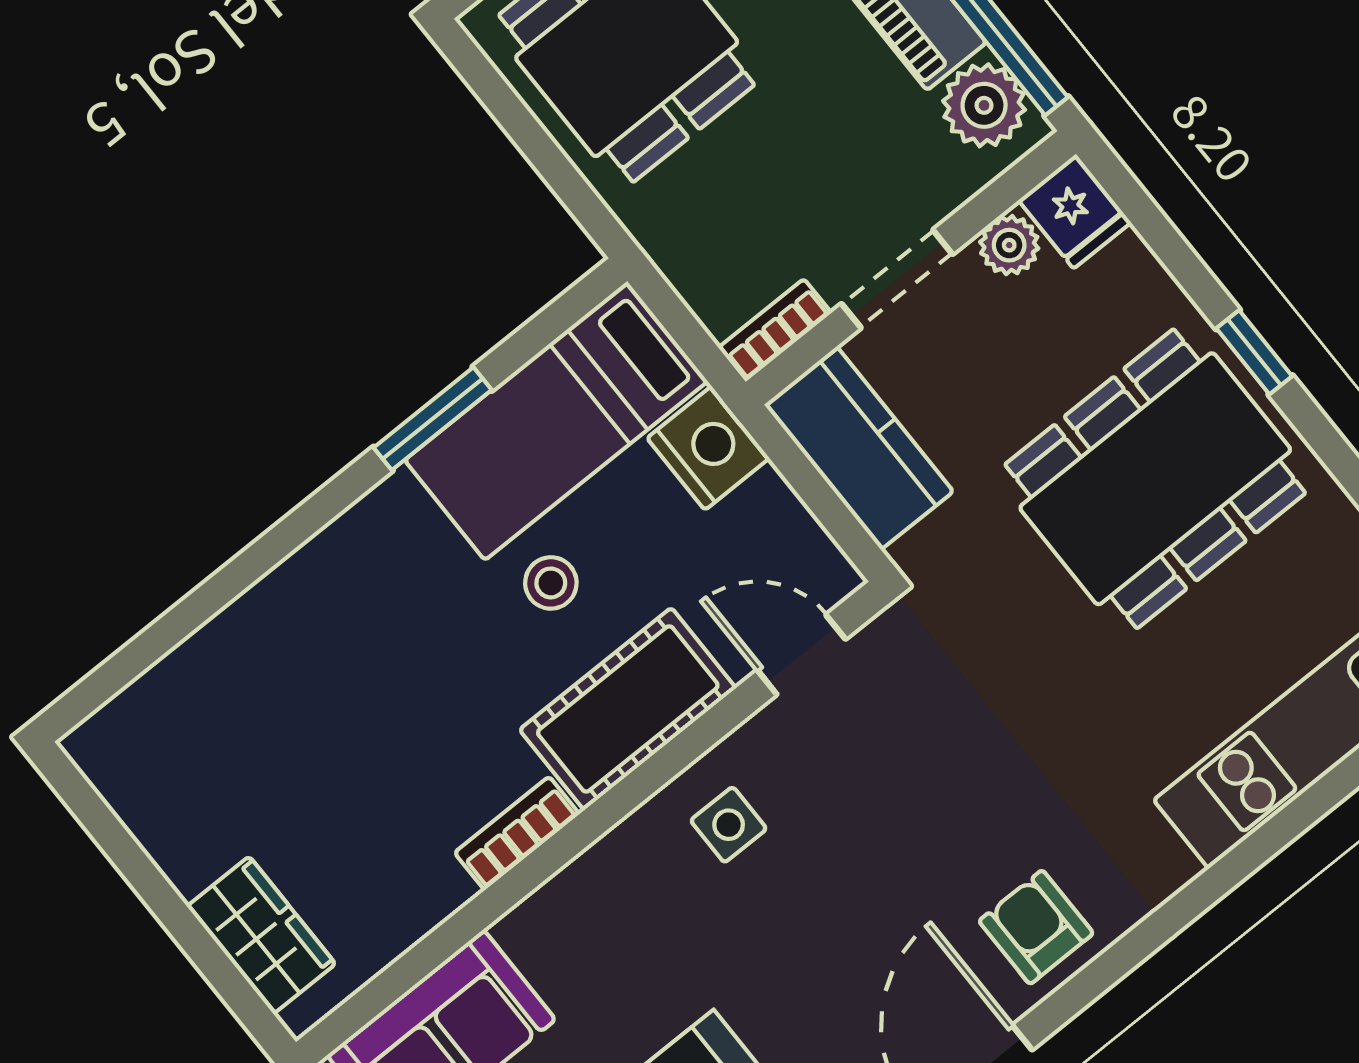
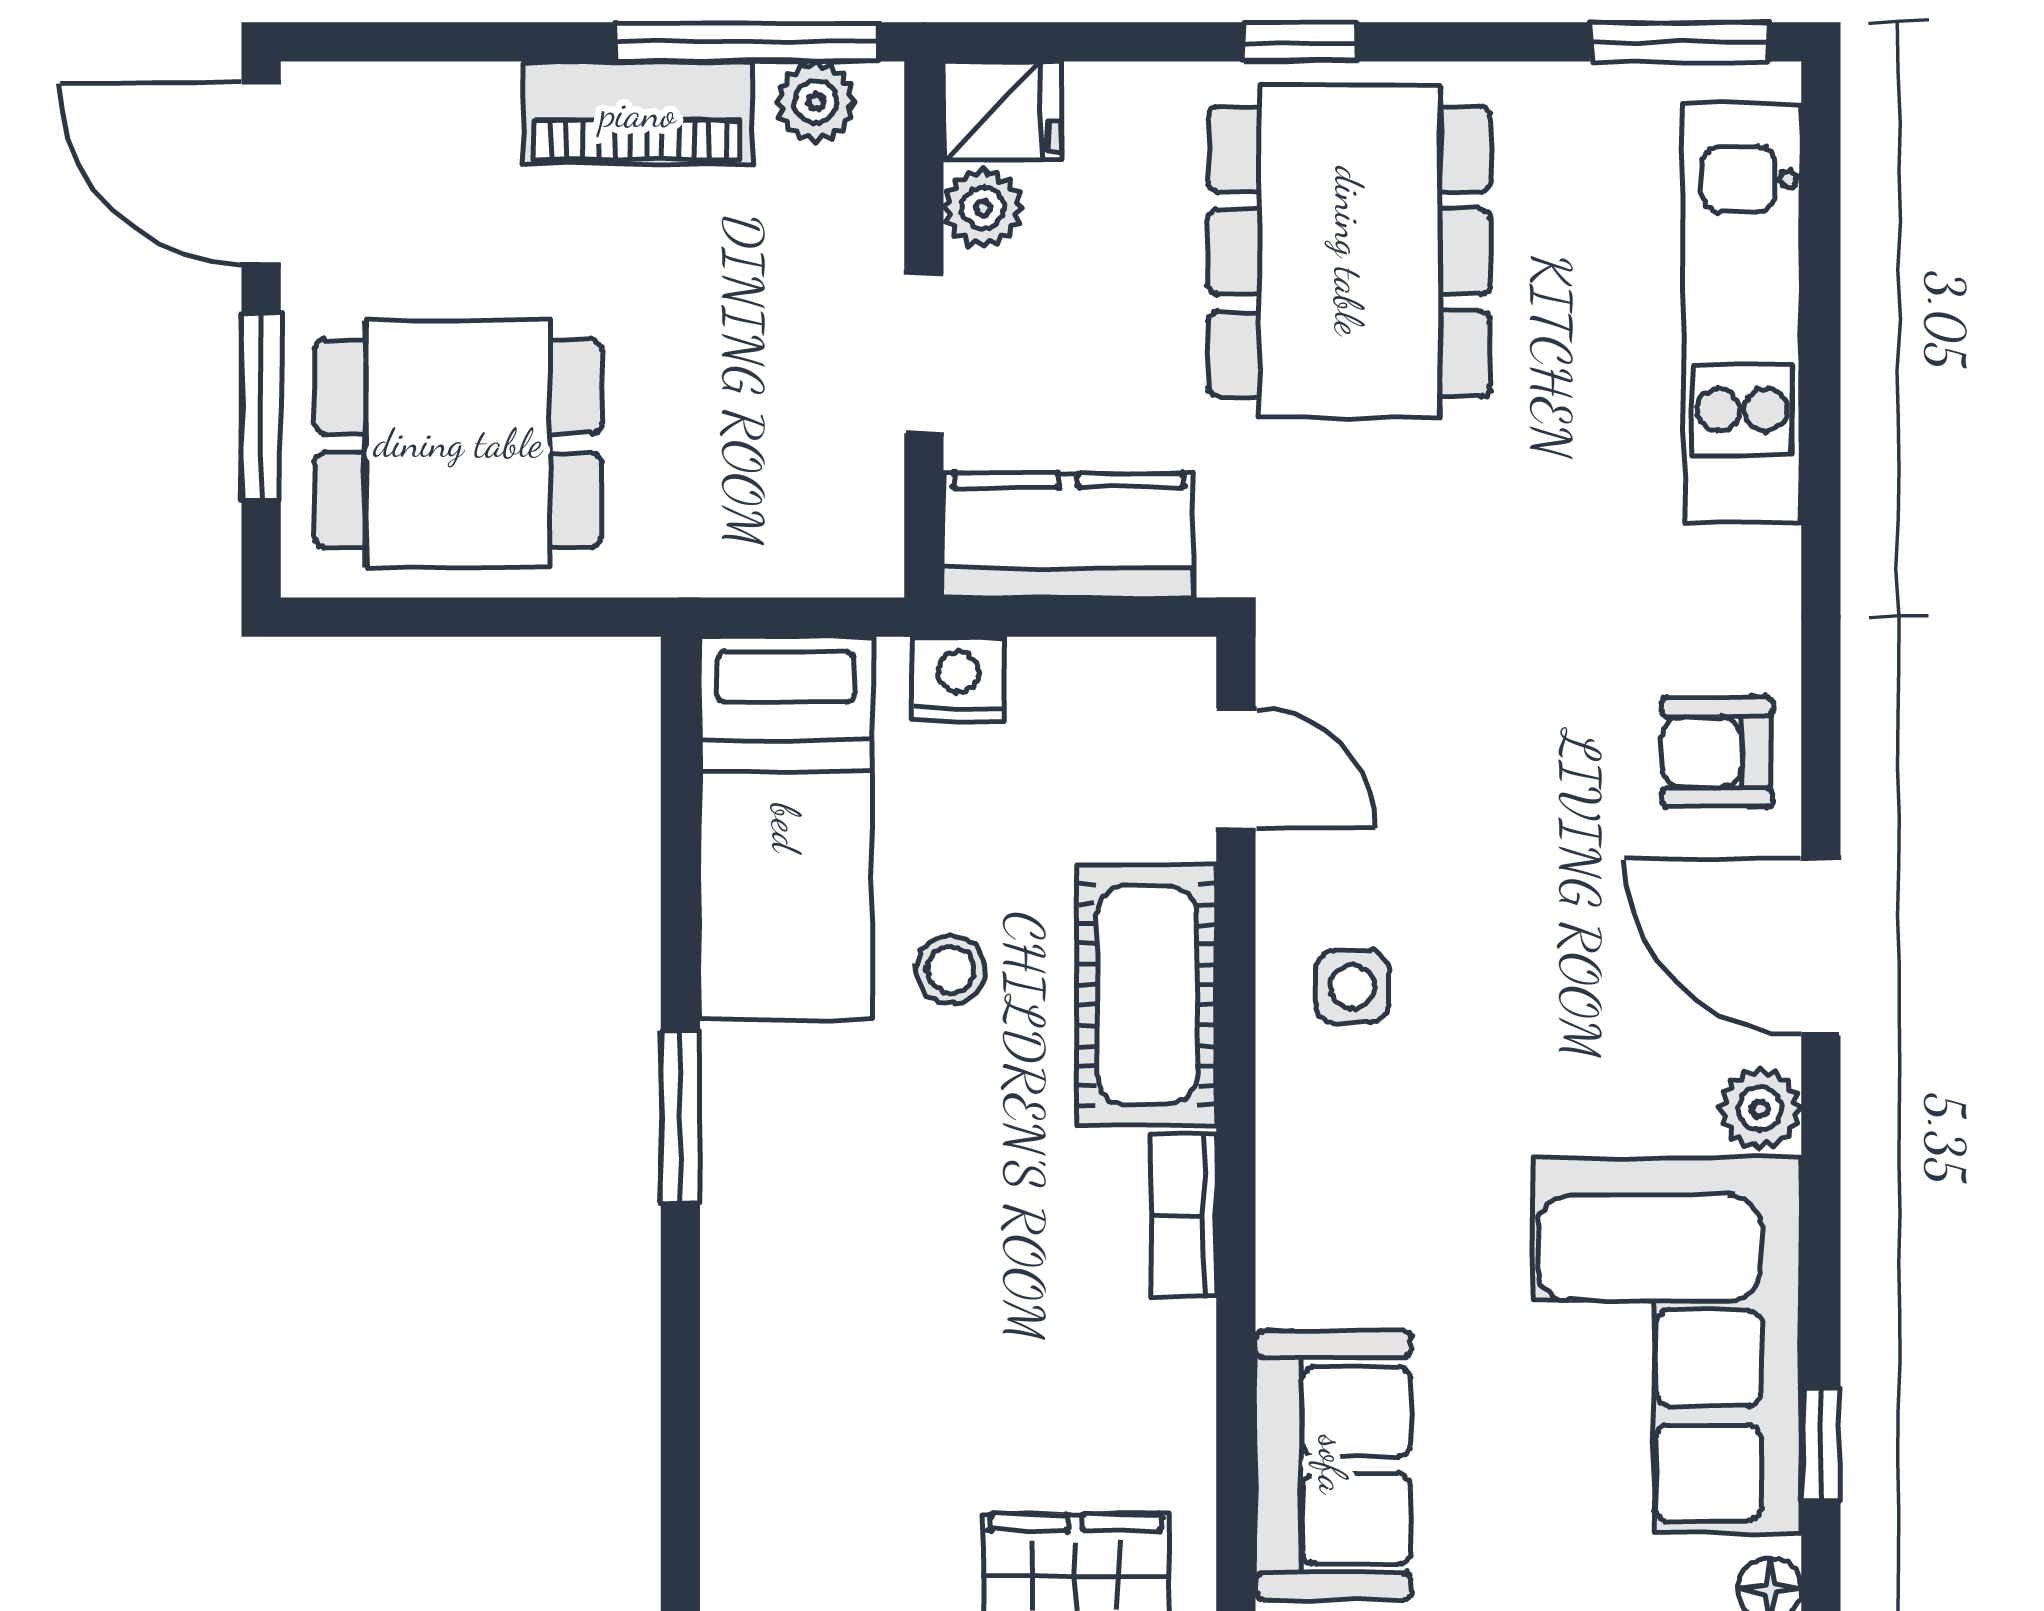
plant: (984, 105) -> (816, 102), width x0.73, depth x0.73
bookcase: (775, 330) -> (875, 524), removed
window: (433, 419) -> (680, 1117), moved
nightstand: (708, 448) -> (959, 679), width x0.74, depth x0.75
door: (801, 655) -> (1236, 768), swing flipped

